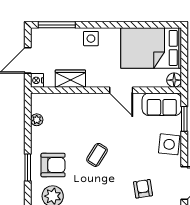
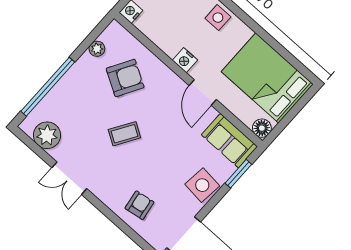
wardrobe: (70, 79) -> (164, 38), removed
nightstand: (94, 81) -> (185, 60), added
armchair: (53, 165) -> (125, 78), moved, turned -60
window: (28, 167) -> (48, 87), width x2.11

